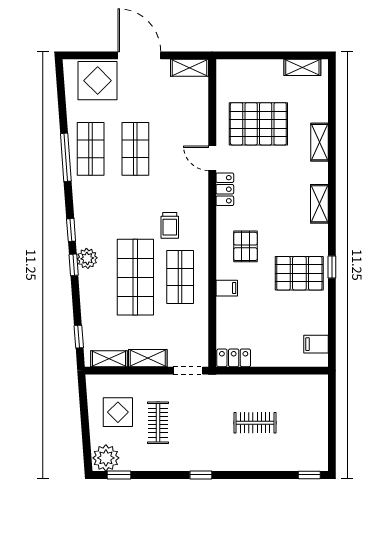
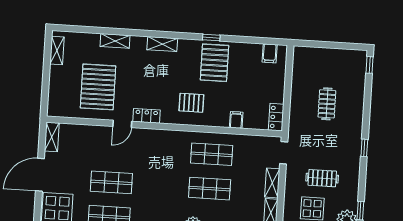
trolley: (170, 225) -> (172, 160), removed
shop shelf: (135, 277) -> (210, 189), width x0.70, depth x0.74
filing cabinet: (227, 288) -> (236, 120), moved

